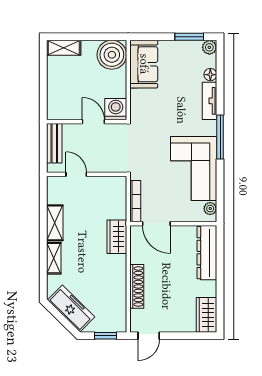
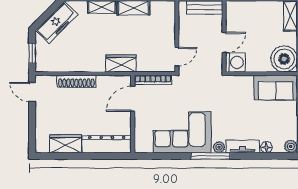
door: (76, 174) -> (177, 57), moved
plant: (210, 209) -> (219, 147), moved
wardrobe: (206, 315) -> (65, 144), moved

